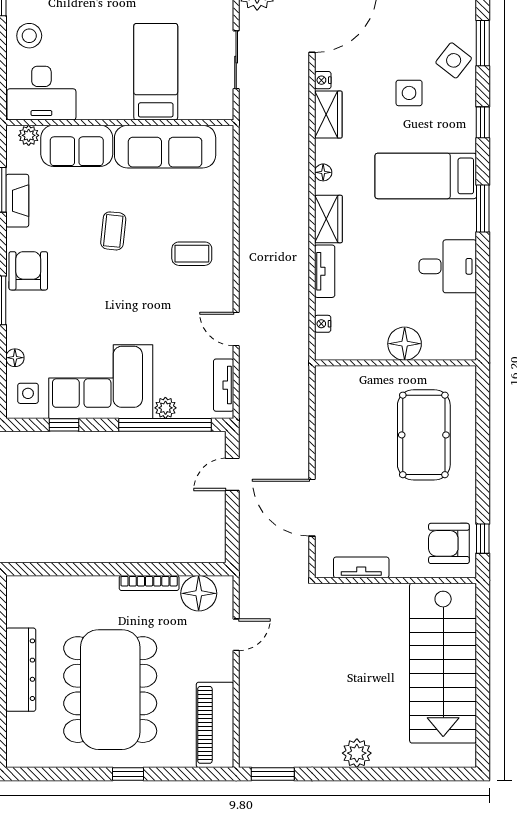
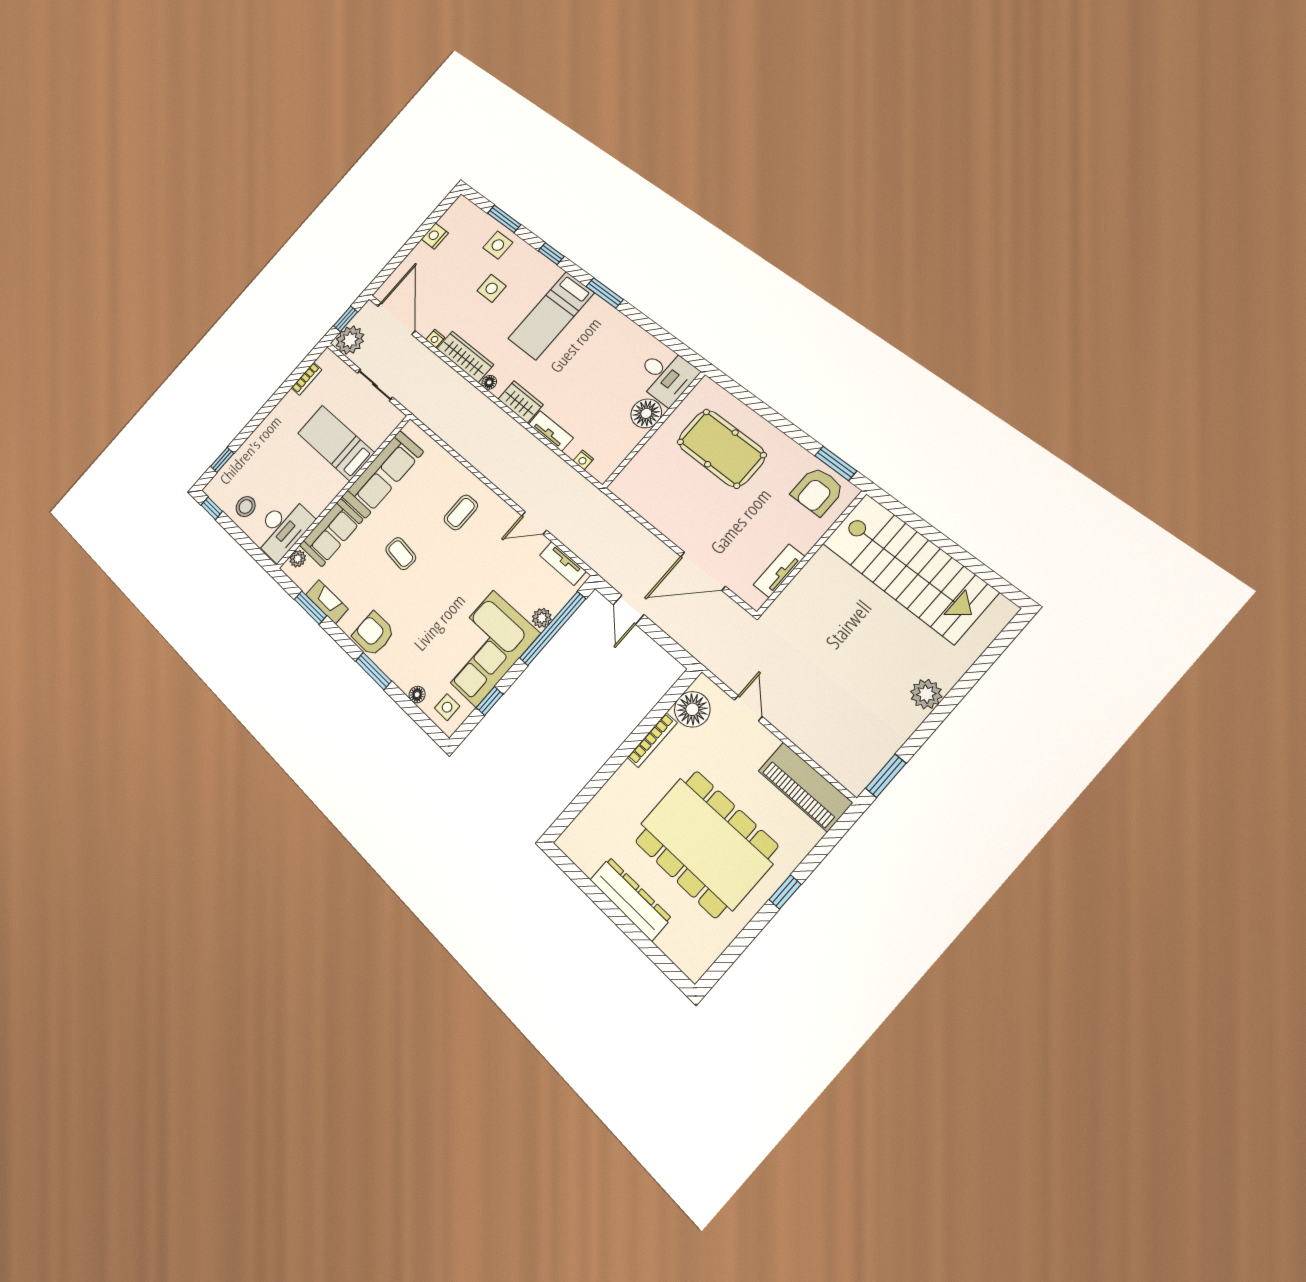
side table: (454, 60) -> (498, 245), turned -38
wardrobe: (328, 115) -> (465, 357), width x1.50
desk: (448, 266) -> (666, 376), moved, turned 90
window: (483, 539) -> (836, 463), width x1.50

